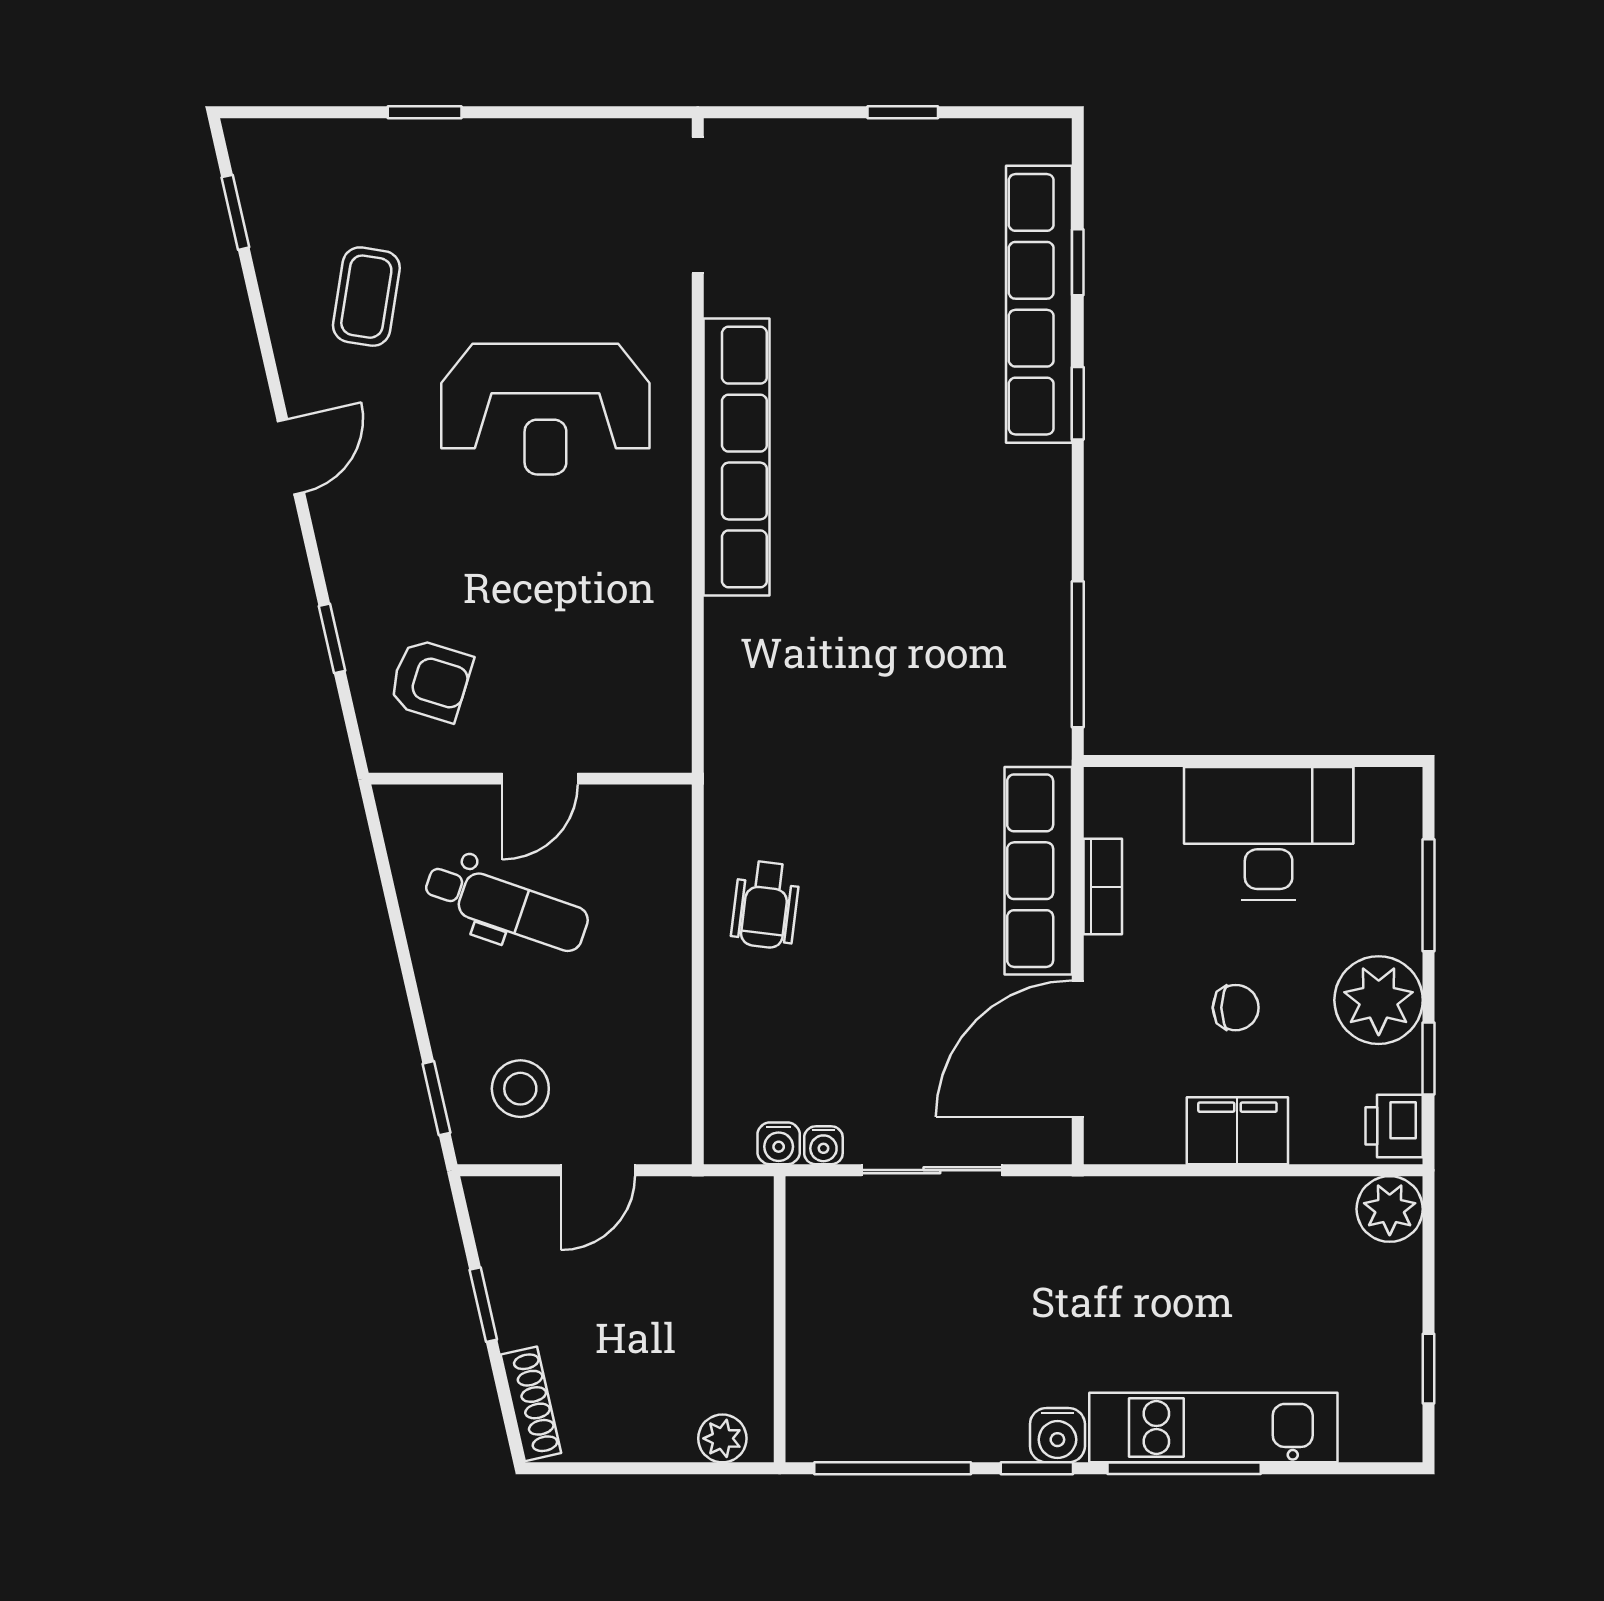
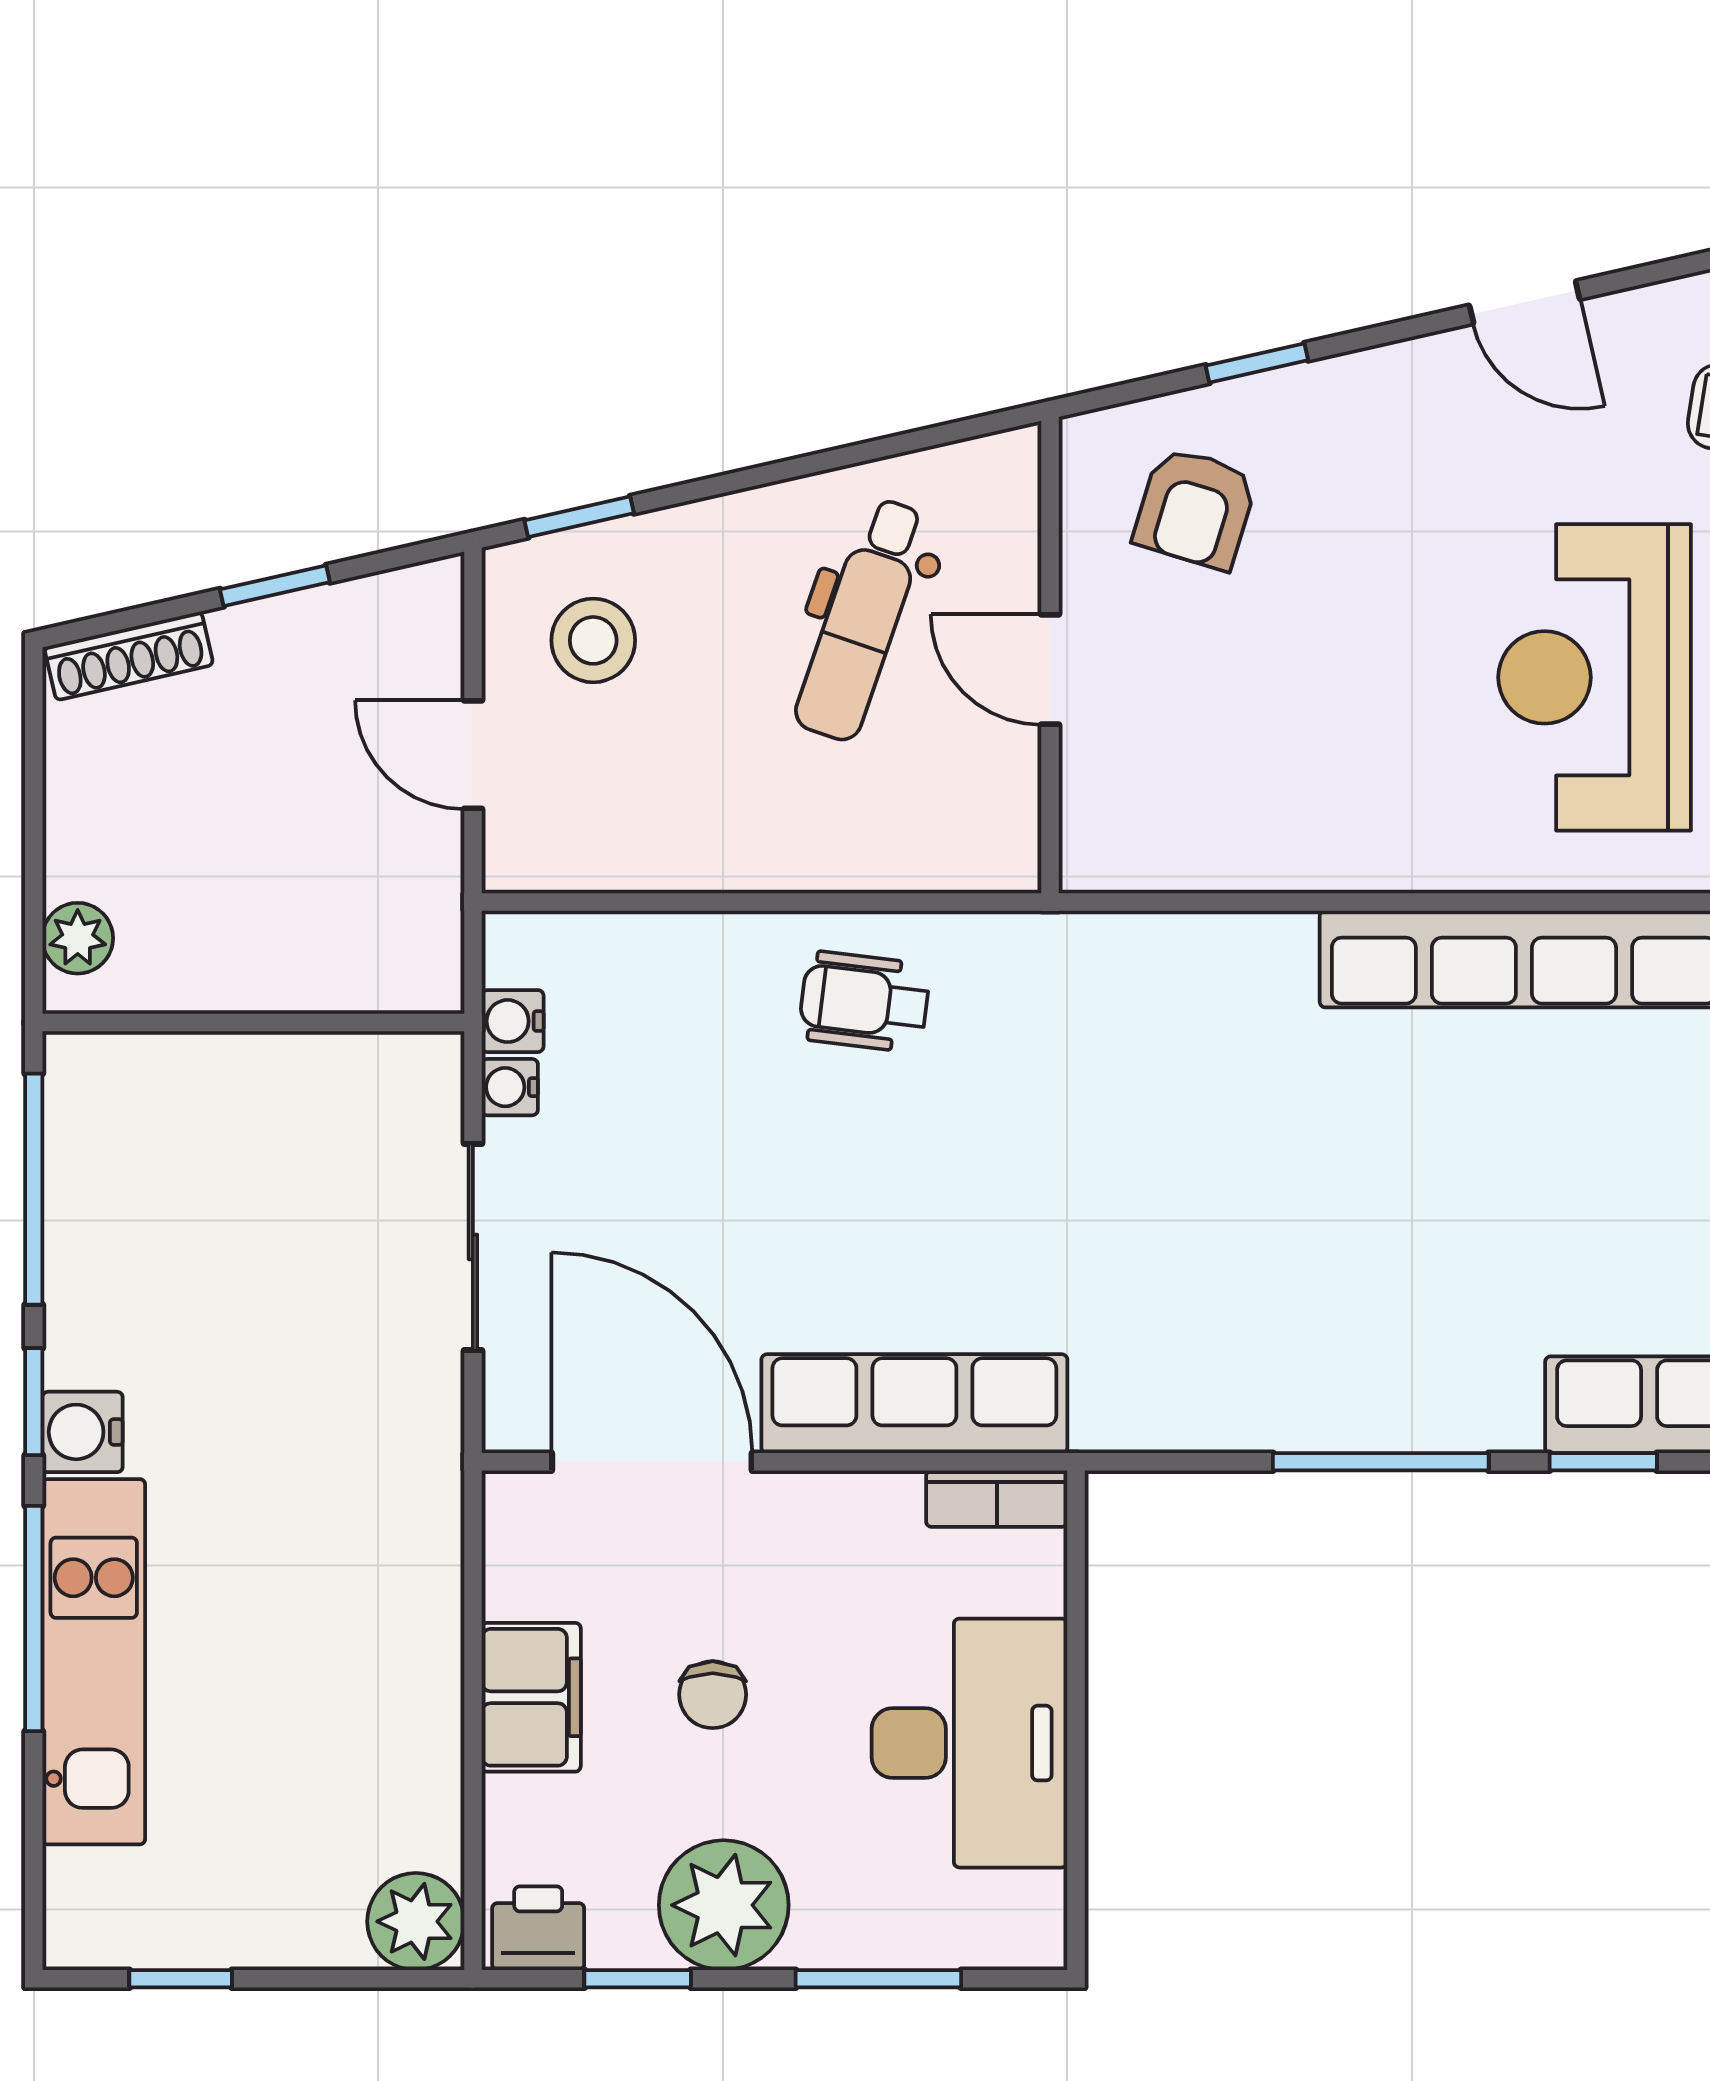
window: (1078, 654) -> (1381, 1462), moved
bookcase: (1103, 887) -> (997, 1499), moved

